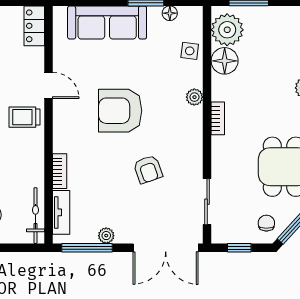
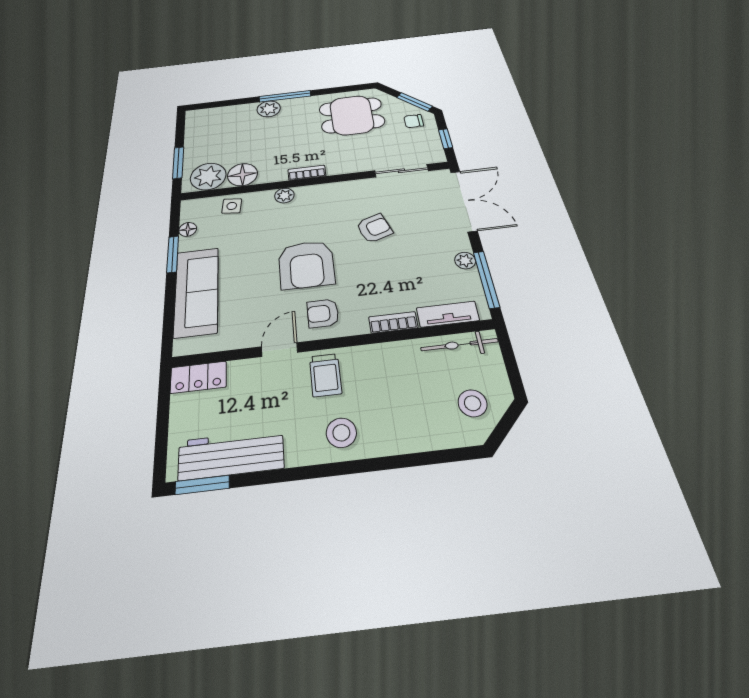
armchair: (74, 120) -> (323, 313), added

